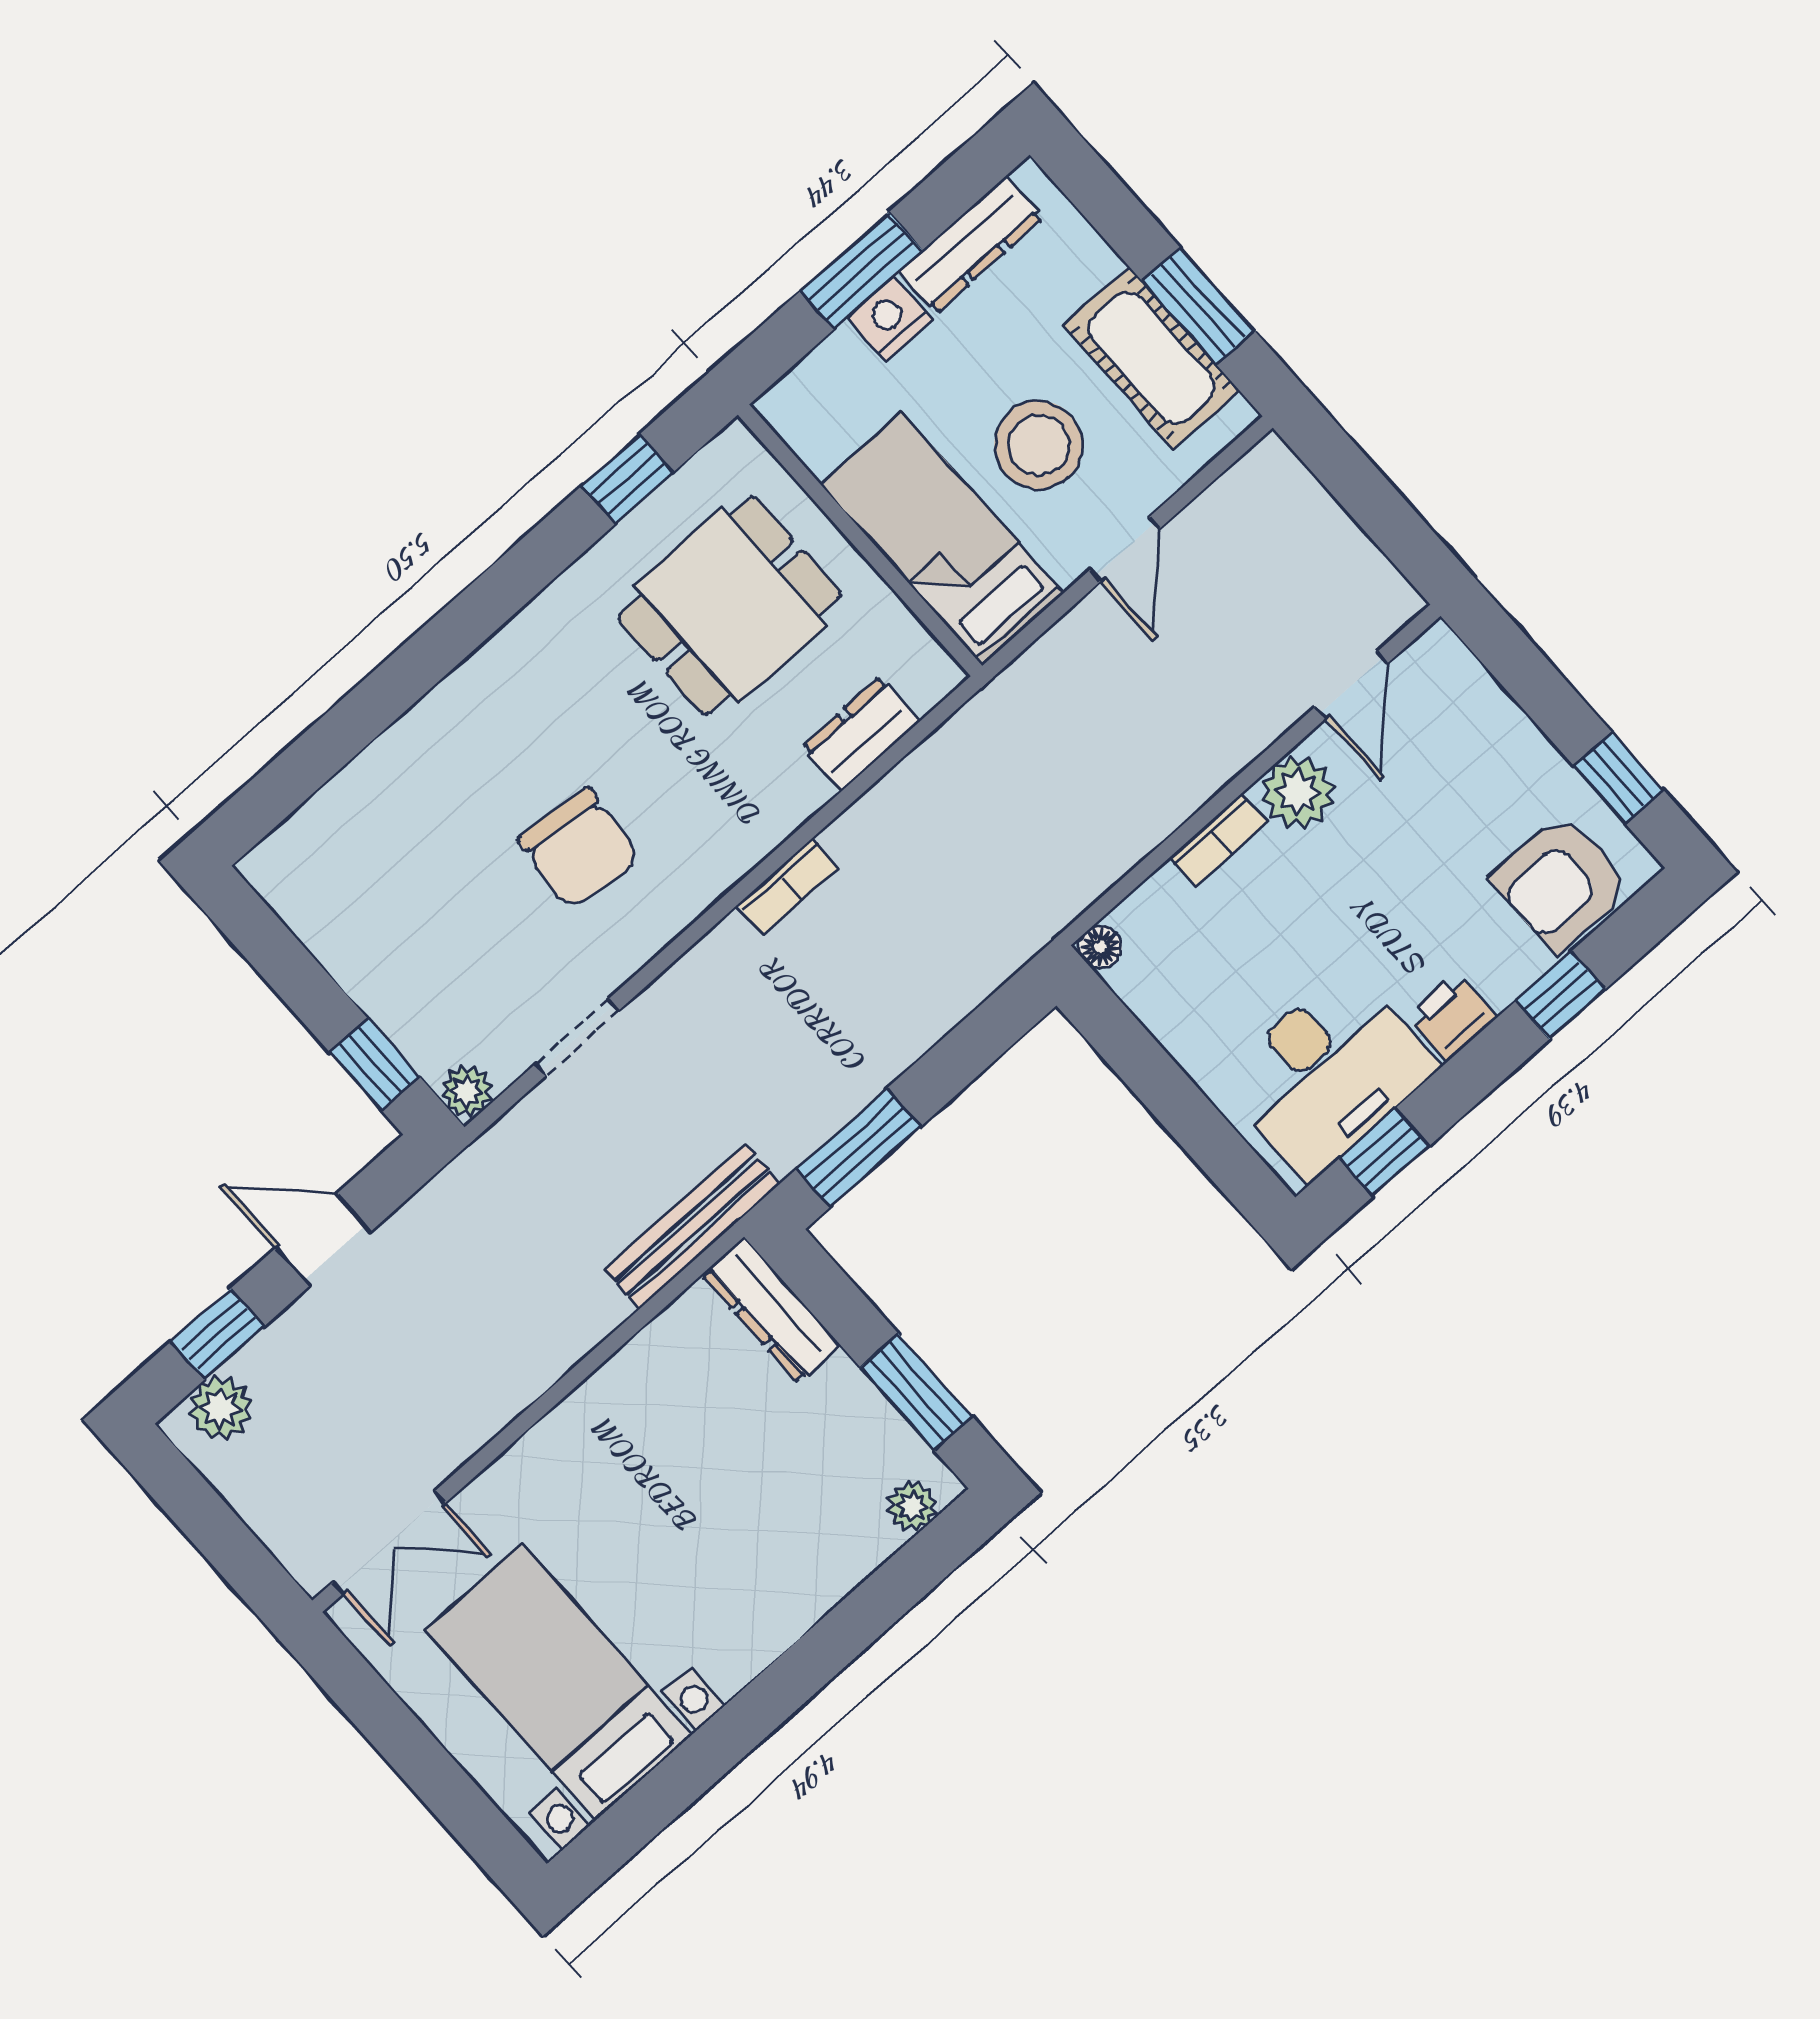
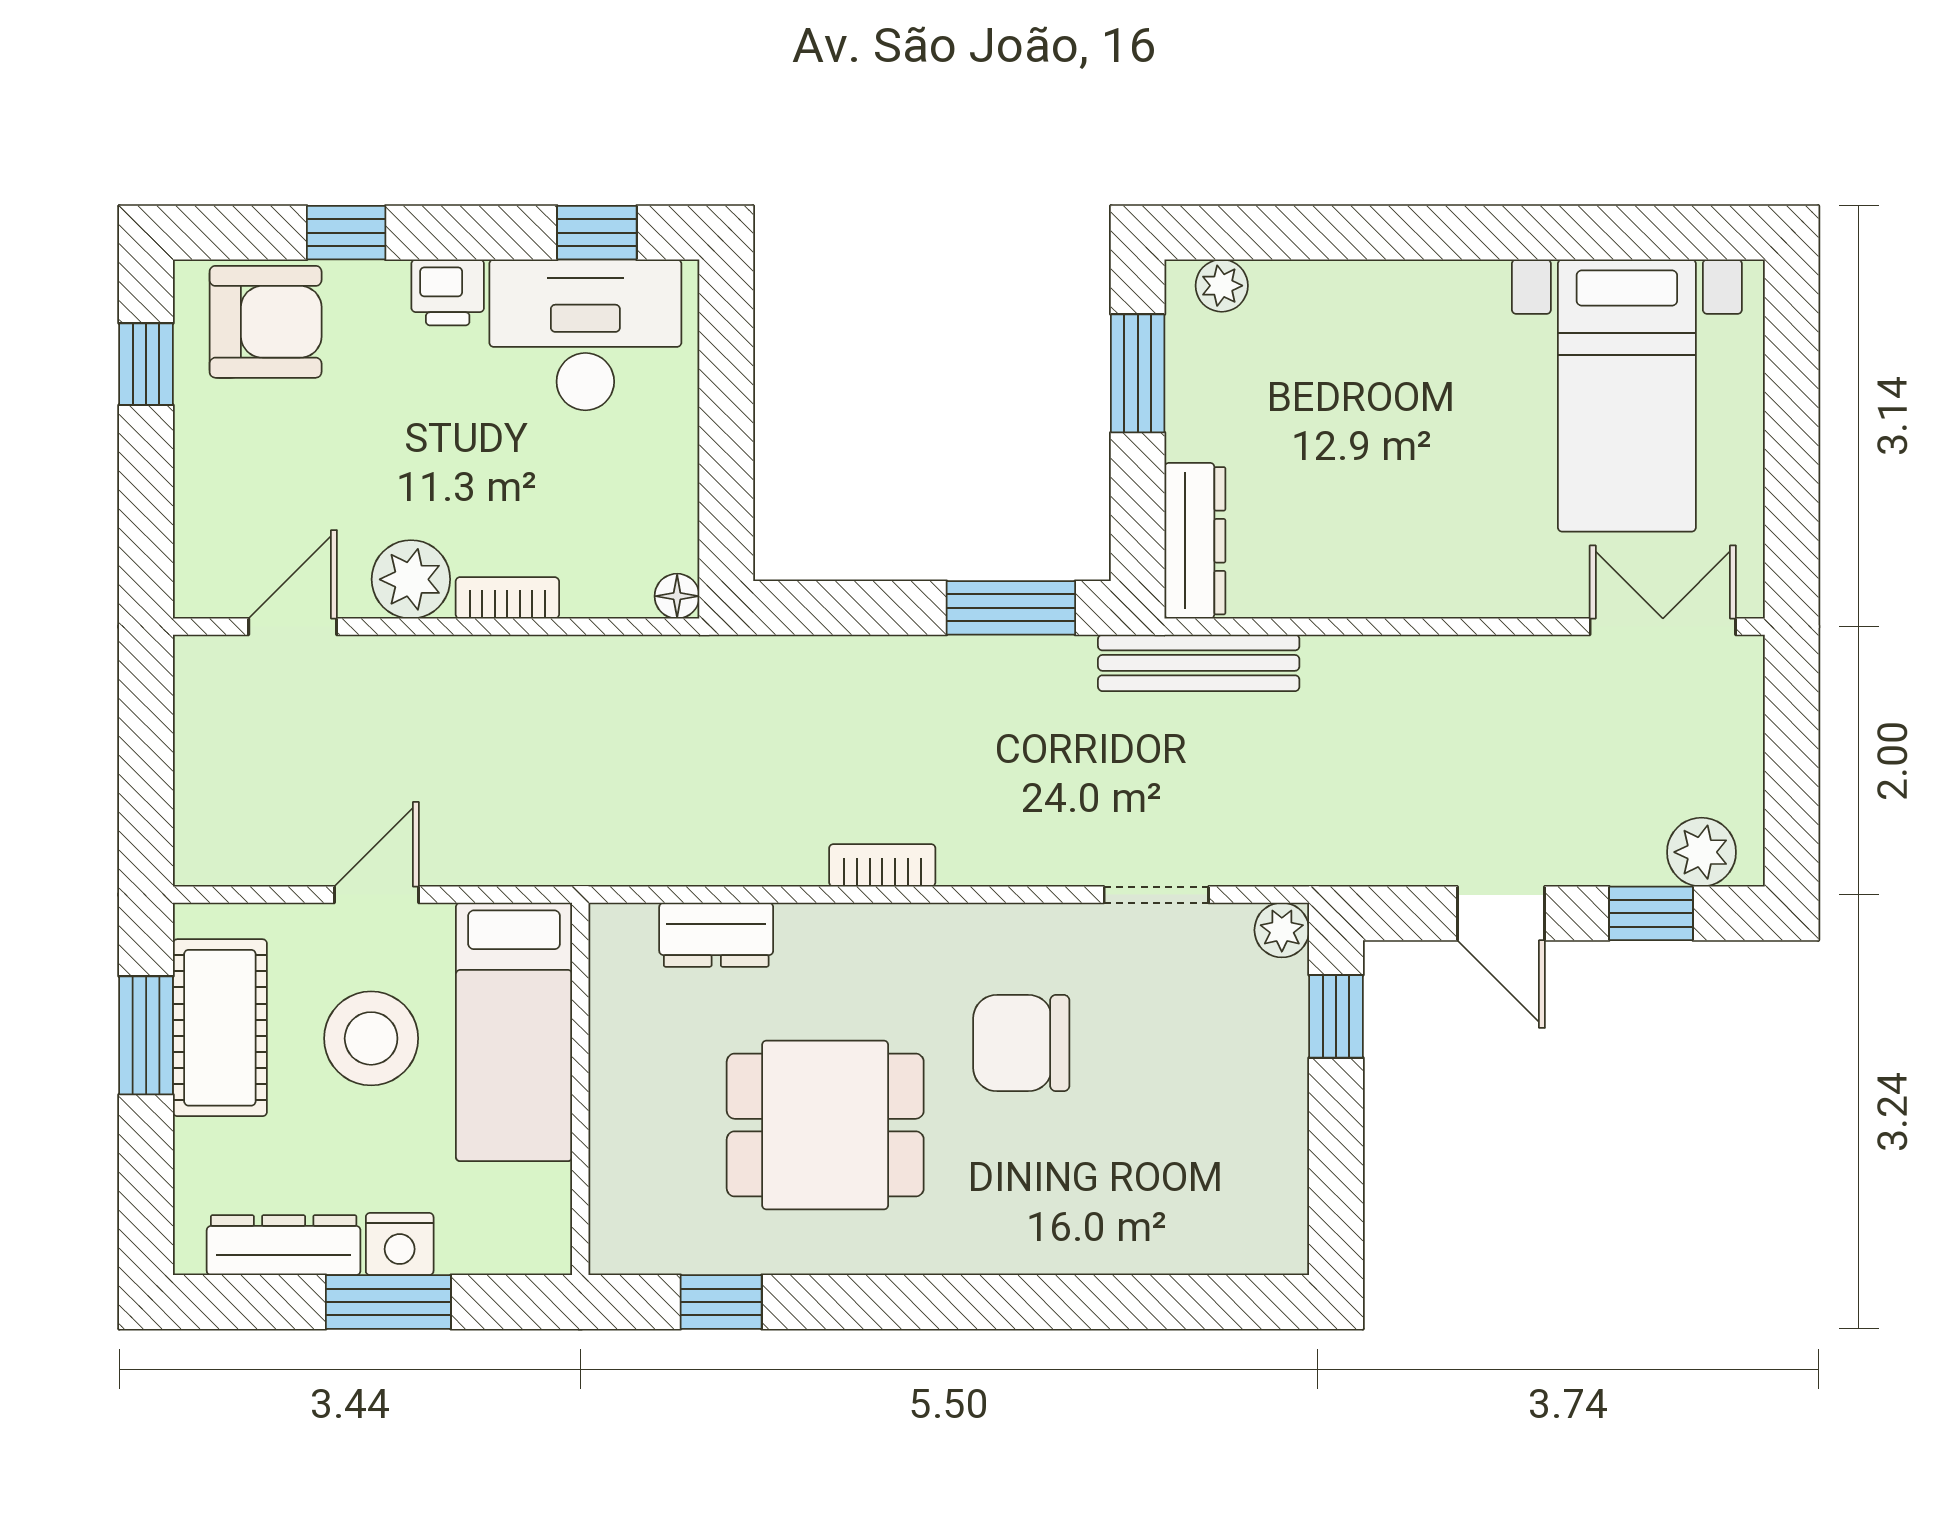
dining table: (730, 606) -> (825, 1125), moved
chair: (579, 849) -> (1021, 1043), turned -96

